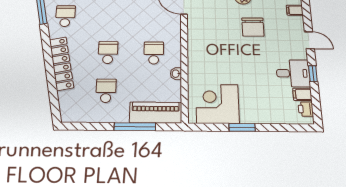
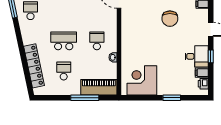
school desk: (108, 52) -> (64, 41), width x1.85
locker: (61, 63) -> (34, 66), moved
window: (242, 127) -> (172, 98), moved

